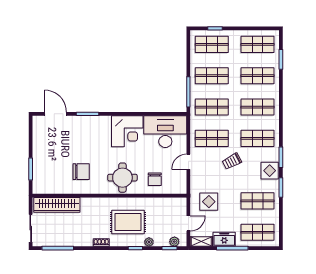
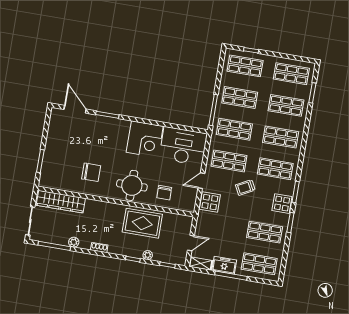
display table: (209, 202) -> (210, 202), moved
rug: (128, 222) -> (142, 223), moved
plant: (174, 242) -> (74, 242), moved

